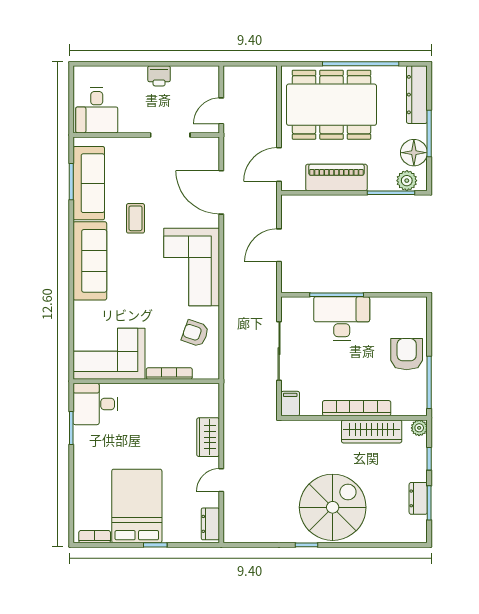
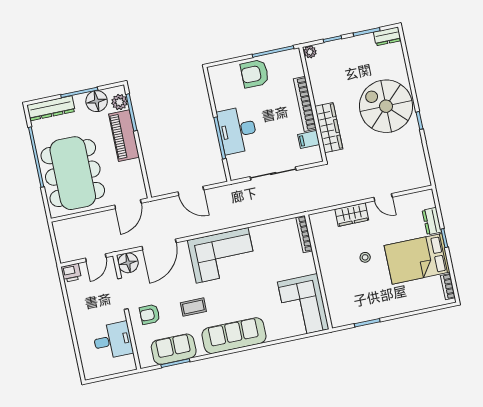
printer: (159, 76) -> (71, 273), moved, turned 90
desk: (97, 110) -> (113, 341), moved
door: (221, 111) -> (96, 258), hinge flipped
floor lamp: (207, 149) -> (128, 263), added
door: (279, 164) -> (128, 204), hinge flipped
piano: (336, 177) -> (124, 136), moved
sofa: (89, 183) -> (174, 349), width x0.73
armchair: (195, 333) -> (150, 314), moved, turned 71
bookcase: (169, 373) -> (304, 234), moved
desk: (96, 404) -> (344, 308), removed
filing cabinet: (290, 404) -> (309, 139), moved
wardrobe: (372, 431) -> (329, 128), moved
stool: (152, 442) -> (365, 257), added
dresser: (418, 498) -> (387, 36), moved
dresser: (210, 524) -> (432, 221), moved, turned 90

